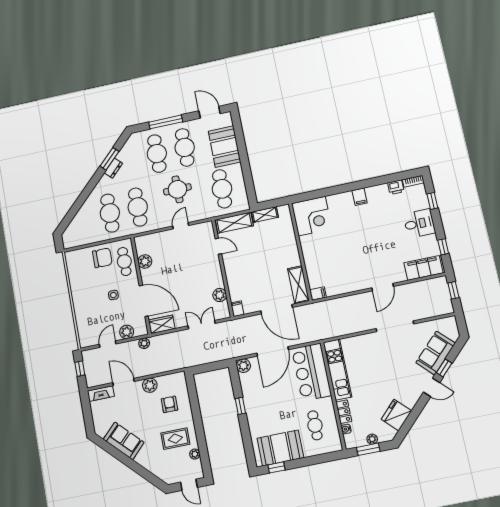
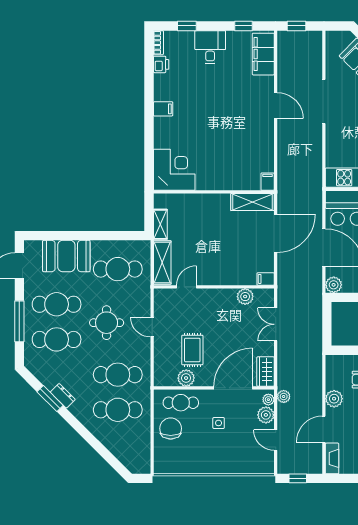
rug: (168, 262) -> (192, 350), added
plant: (139, 331) -> (268, 400), added

